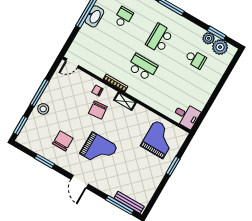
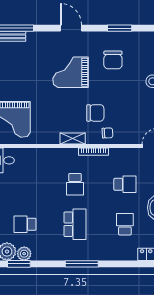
school desk: (123, 17) -> (125, 224), turned 180
school desk: (106, 46) -> (125, 184), added
school desk: (143, 67) -> (75, 184), width x0.54
chair: (98, 110) -> (95, 113), turned 95

